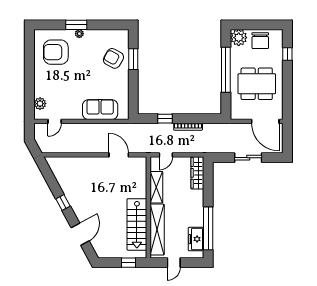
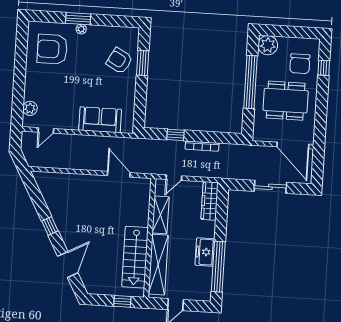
chair: (260, 41) -> (300, 64), moved
freezer: (196, 239) -> (205, 252), moved

